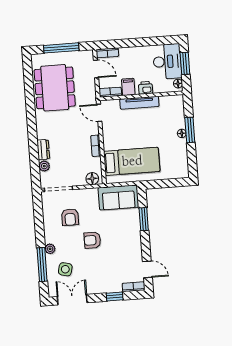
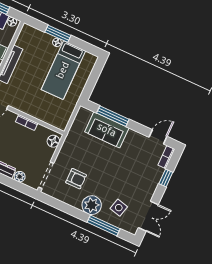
bed: (132, 161) -> (63, 70), moved, turned 180
sofa: (118, 197) -> (107, 130), moved, turned 90
window: (144, 219) -> (113, 116), width x1.44
armchair: (92, 240) -> (107, 170), removed
plant: (50, 249) -> (92, 205), width x1.88, depth x1.88
double door: (72, 300) -> (148, 216), swing flipped

